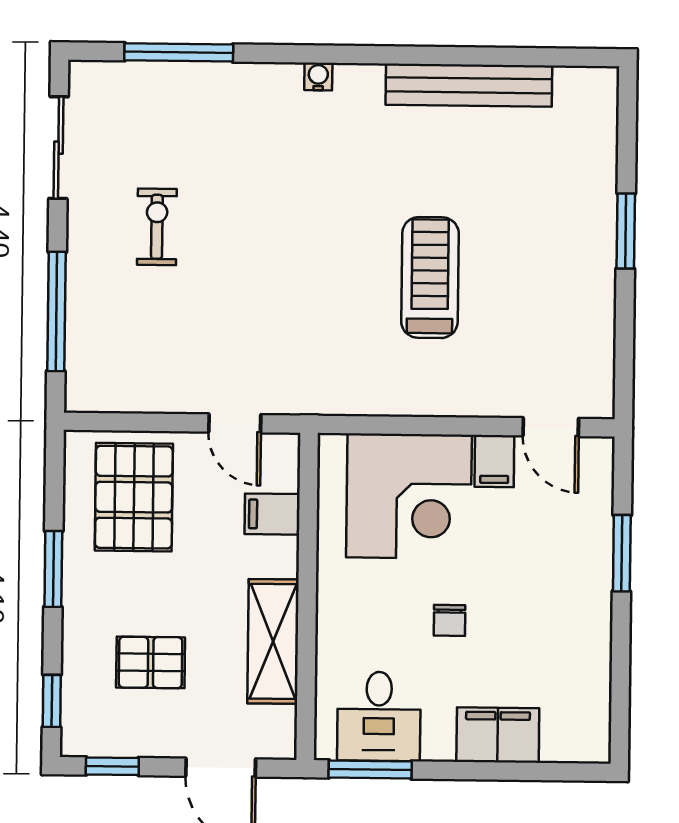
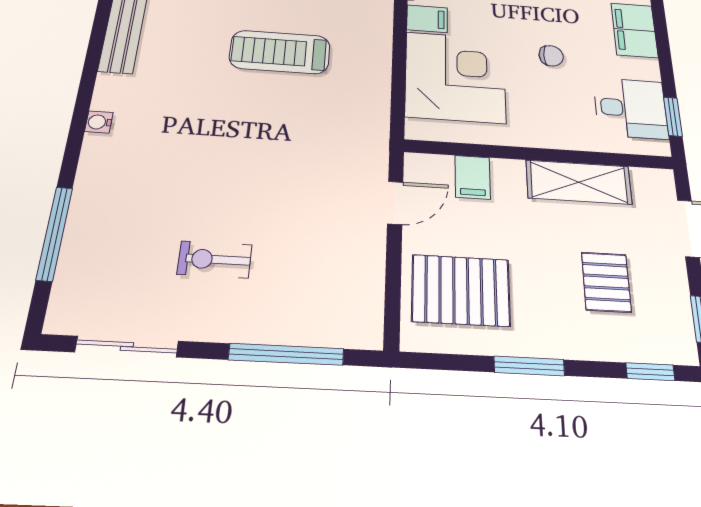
window: (370, 769) -> (673, 117), width x0.67

